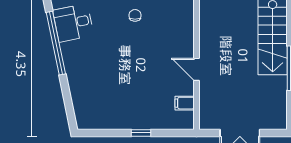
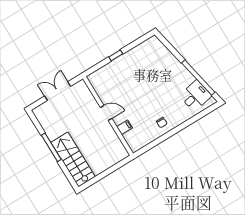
filing cabinet: (185, 103) -> (125, 127), moved

